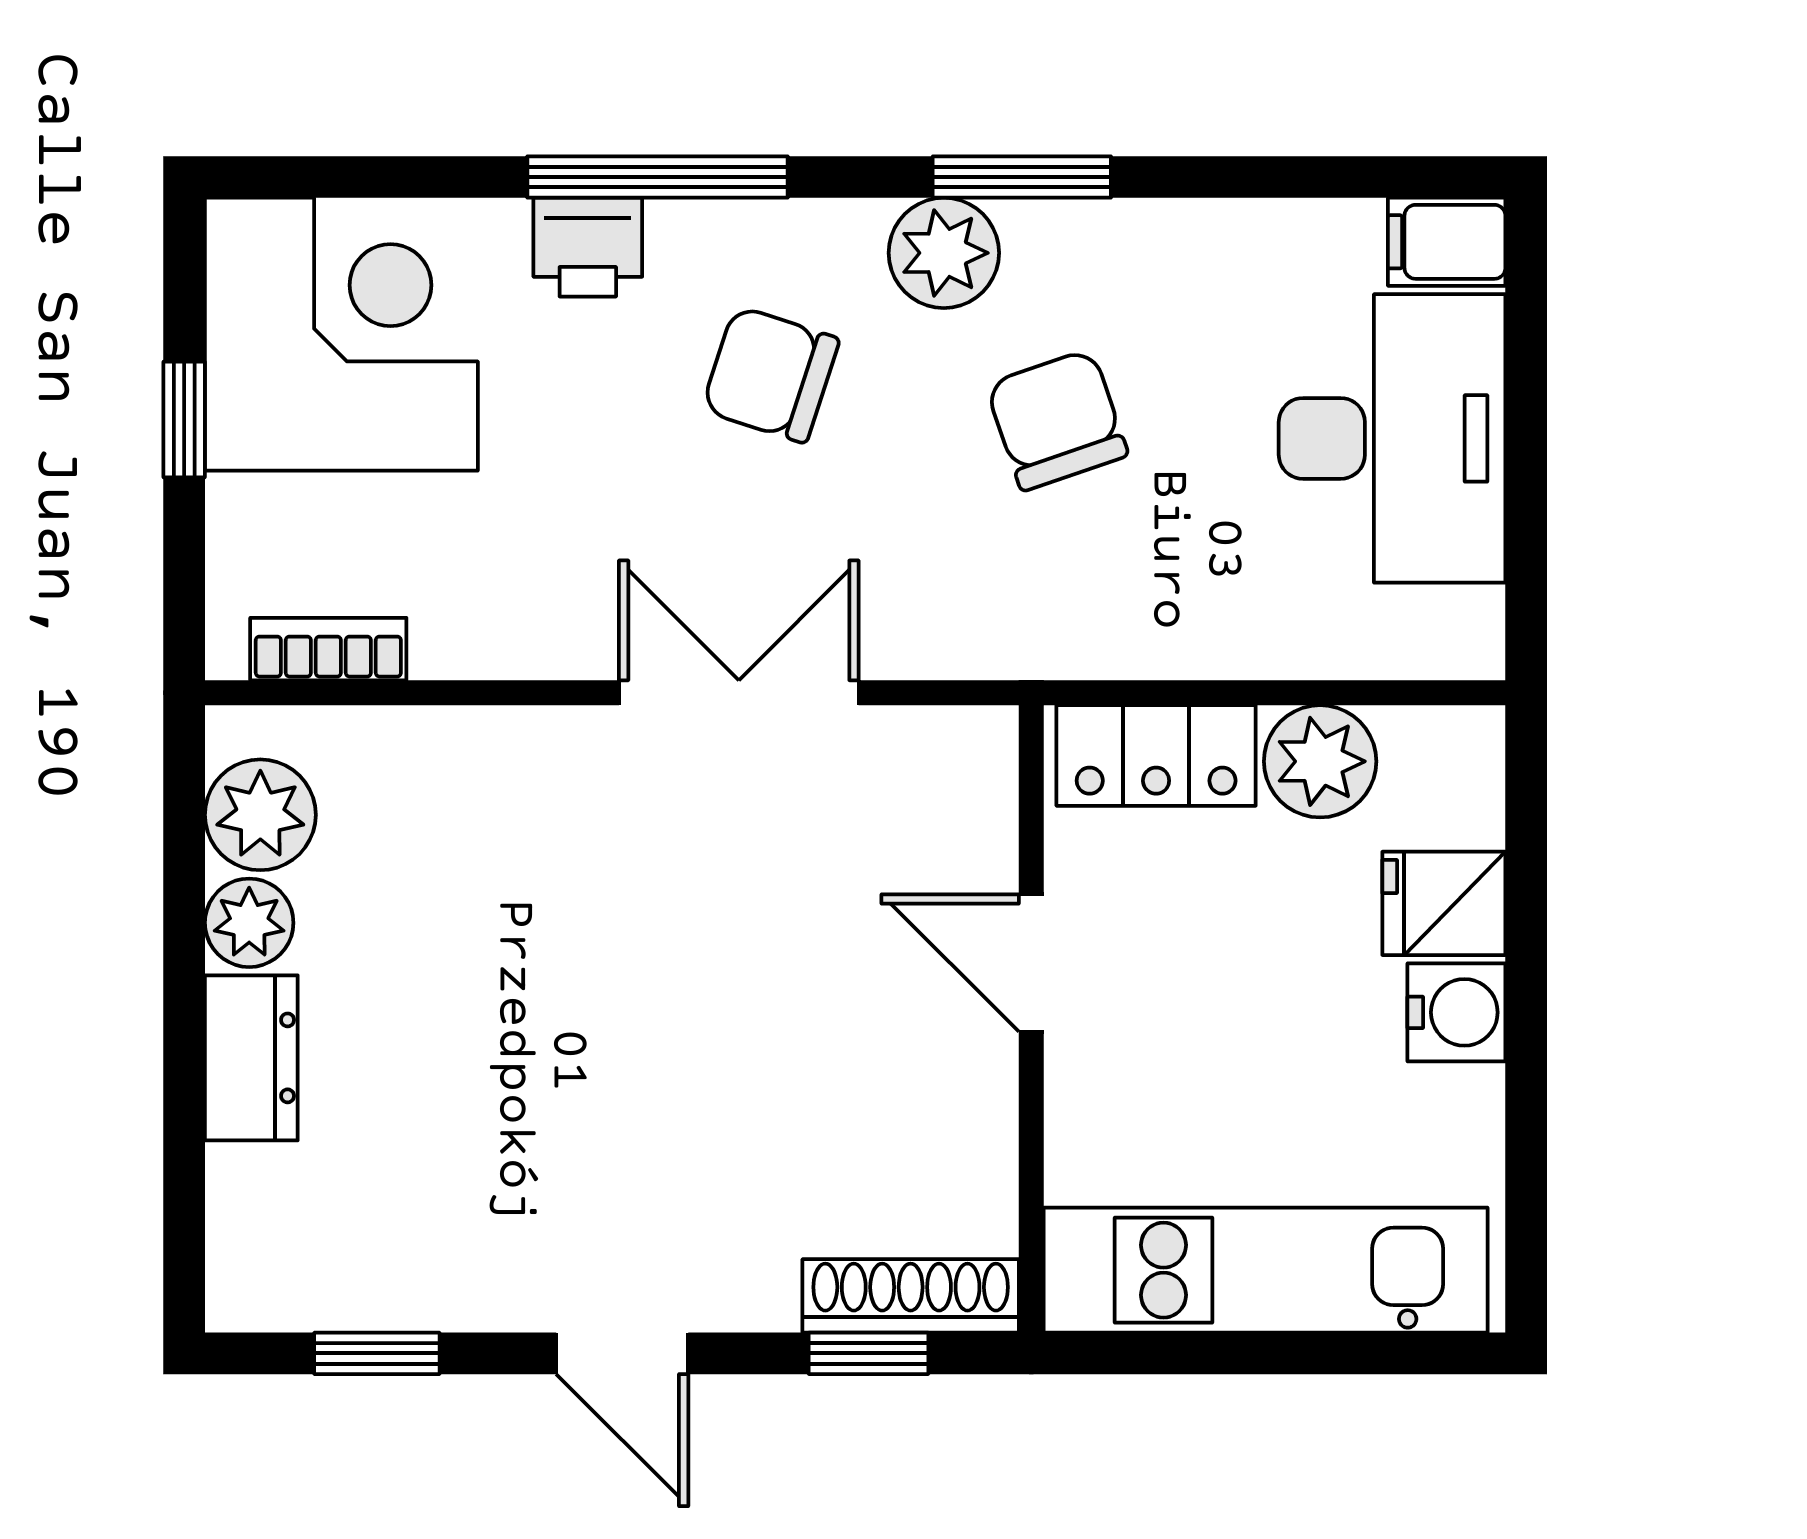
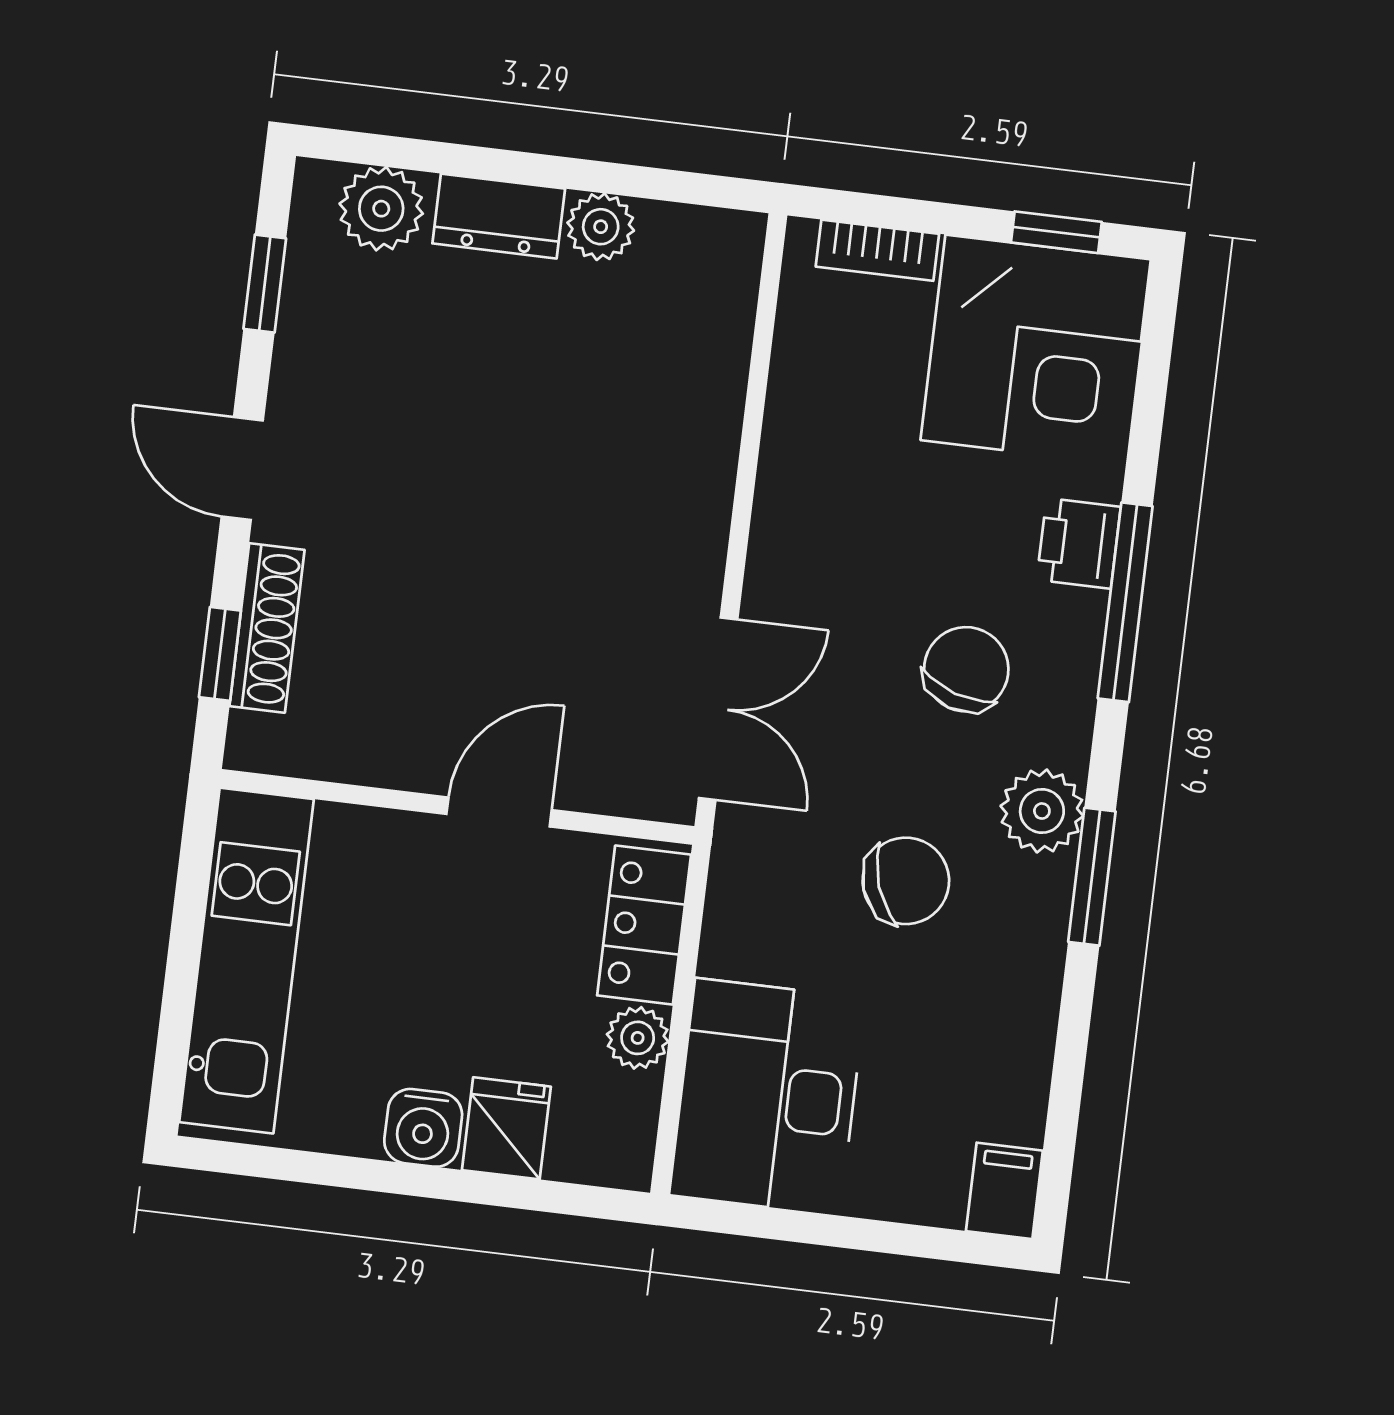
window: (184, 419) -> (1056, 232), moved
desk: (1392, 438) -> (767, 1097), moved, turned 90
bookcase: (328, 649) -> (877, 250), moved, turned 90
double door: (739, 693) -> (718, 709), moved
plant: (1320, 761) -> (638, 1038), width x0.73, depth x0.73
plant: (260, 815) -> (381, 209), moved
shoe rack: (911, 1296) -> (267, 628), moved
door: (622, 1353) -> (242, 468), hinge flipped

